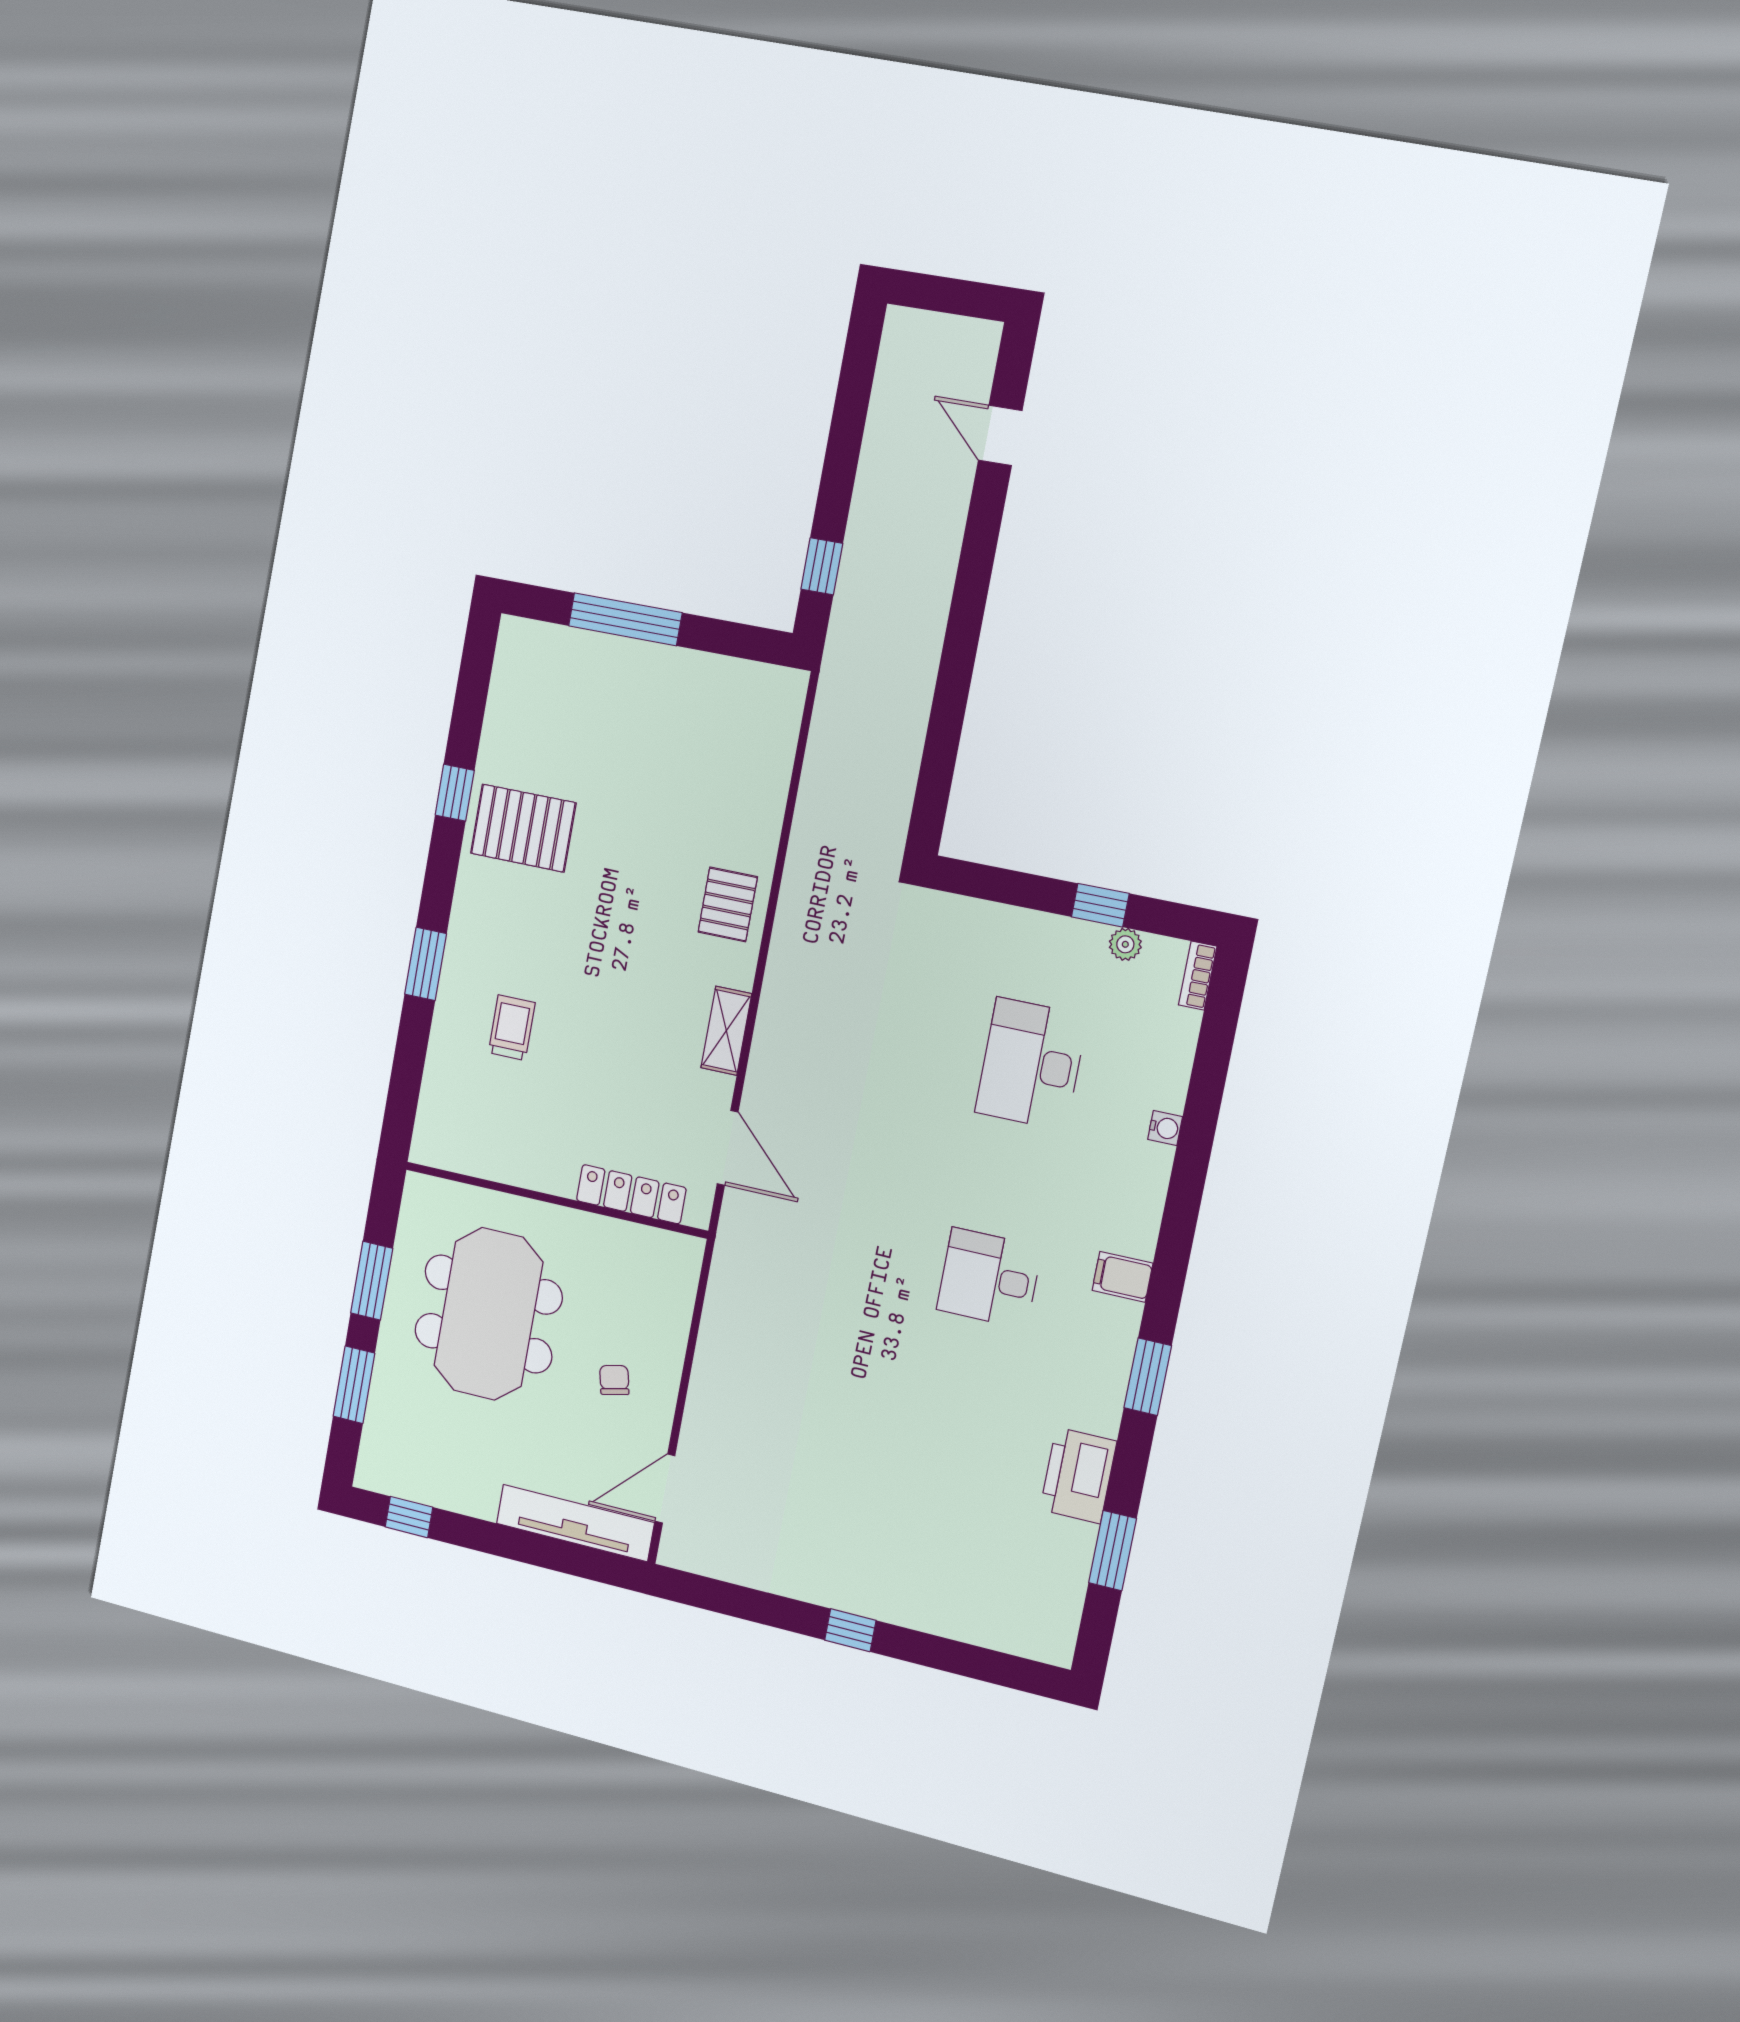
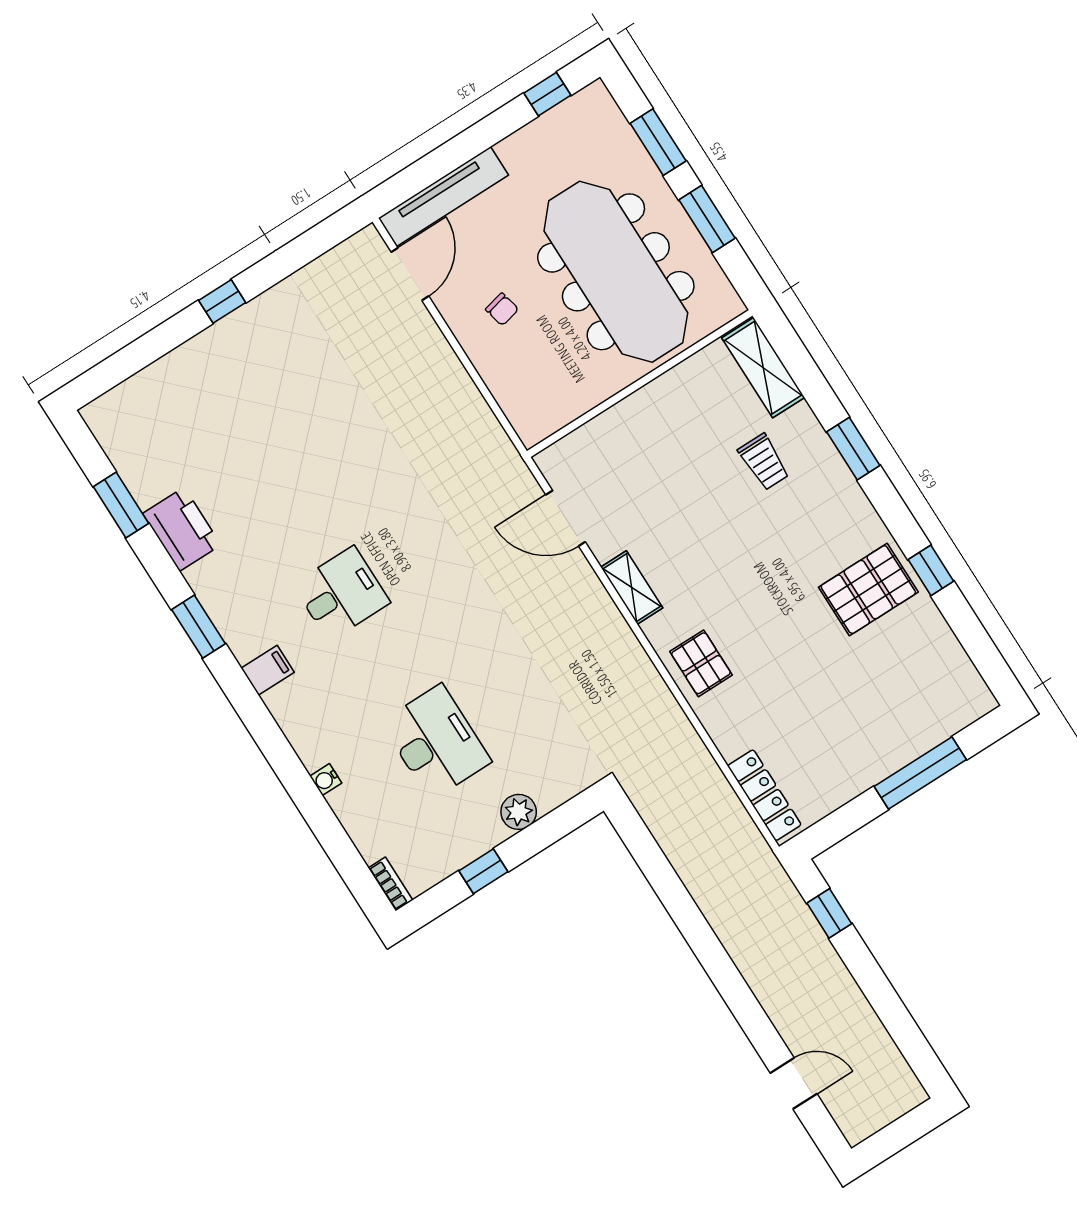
plant: (1125, 944) -> (519, 812), moved, width x1.38, depth x1.38
shelving: (439, 1109) -> (763, 368), added
locker: (631, 1194) -> (764, 795), moved, turned -90
meeting table: (488, 1314) -> (616, 272), width x1.36

